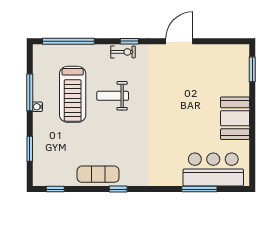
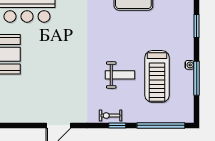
window: (129, 41) -> (117, 125), moved
treadmill: (73, 94) -> (157, 76), turned 180

